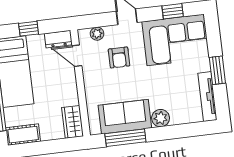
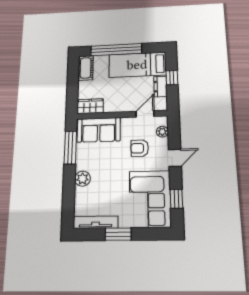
dresser: (58, 39) -> (160, 86), moved
sofa: (125, 117) -> (99, 130), moved, turned 90

